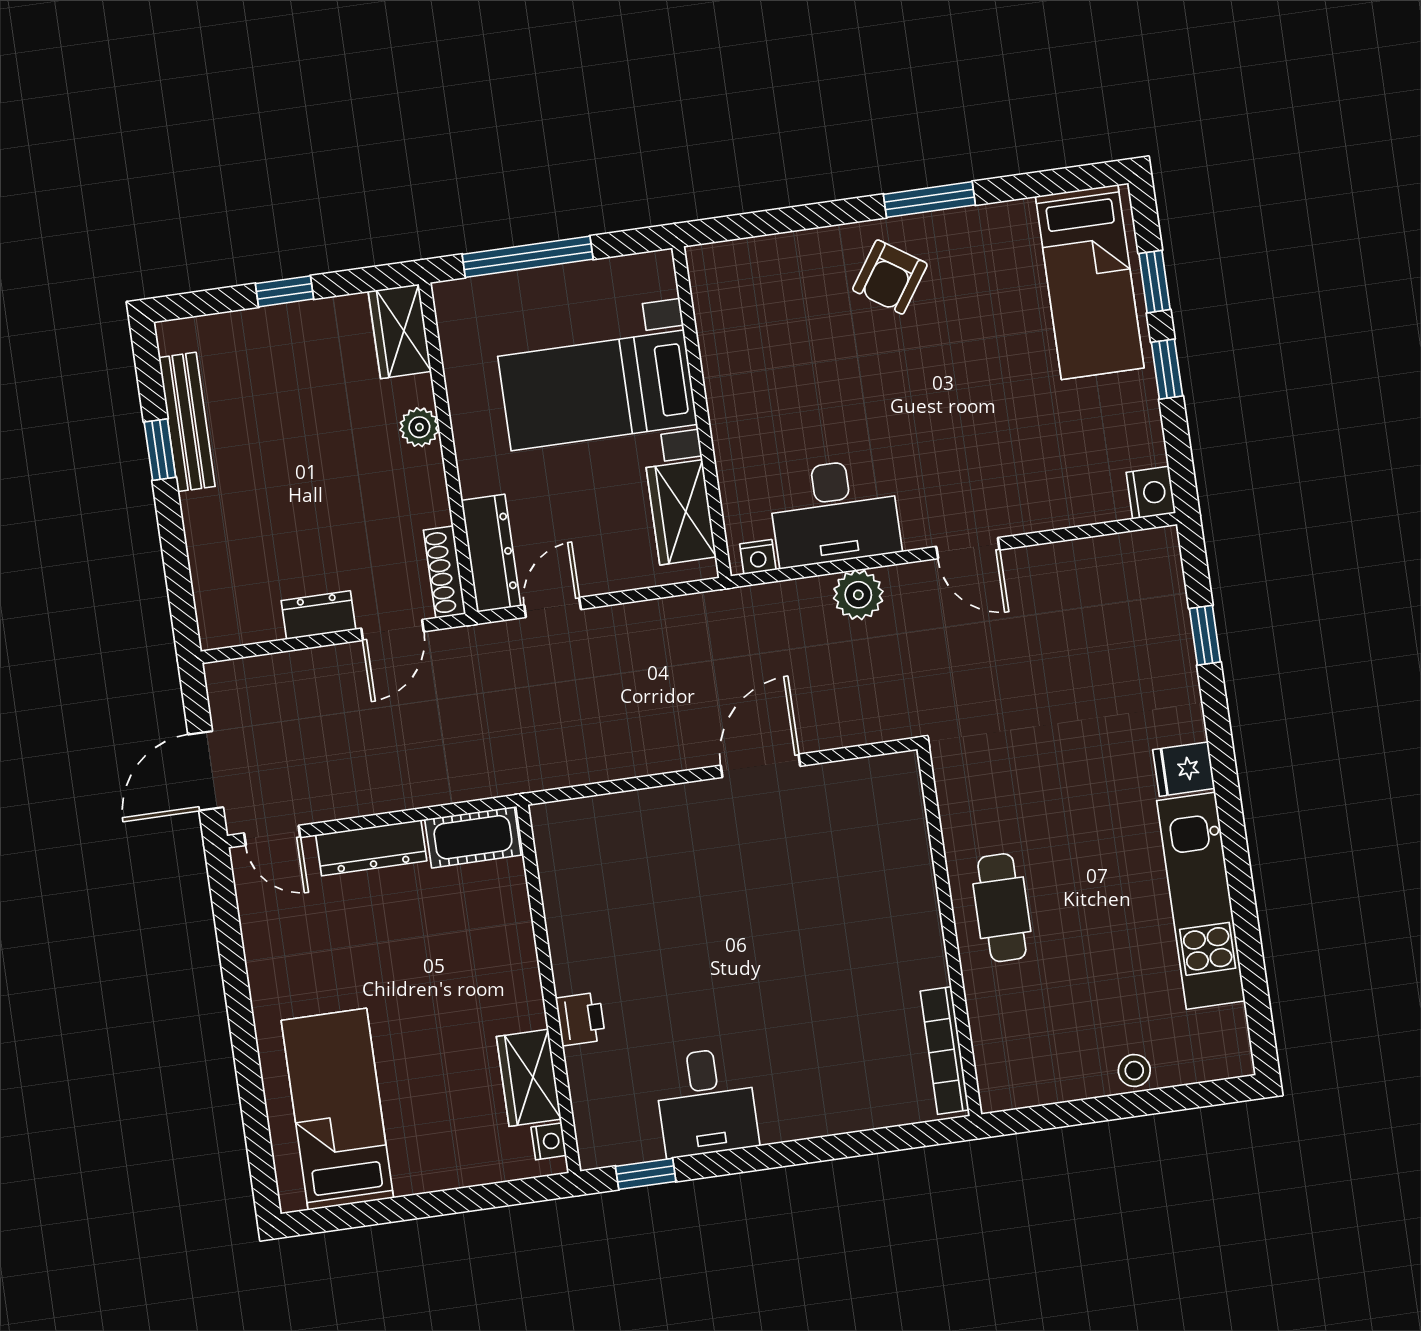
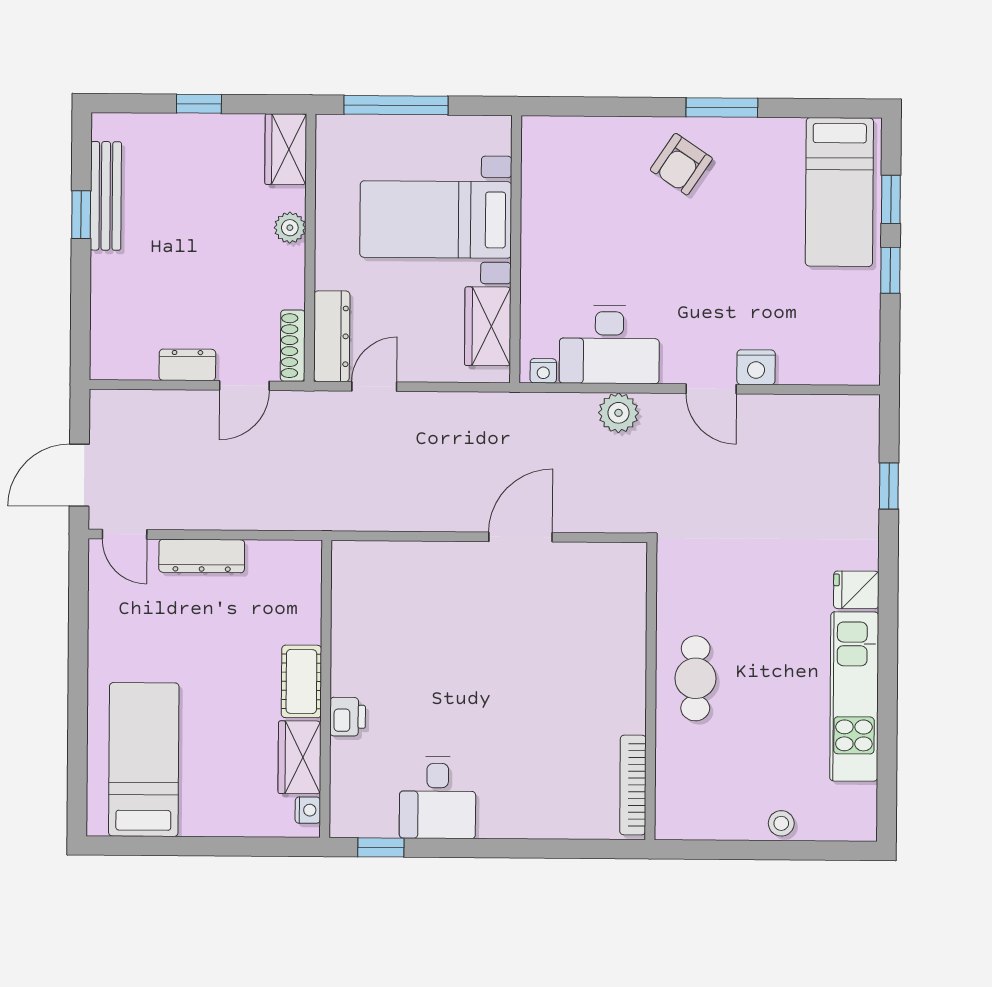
nightstand: (1151, 493) -> (756, 367), moved, turned 90
cot: (473, 837) -> (301, 681), moved, turned 90

